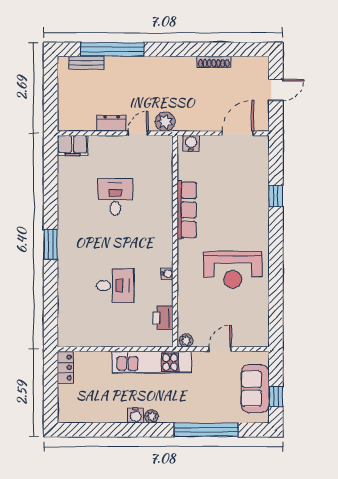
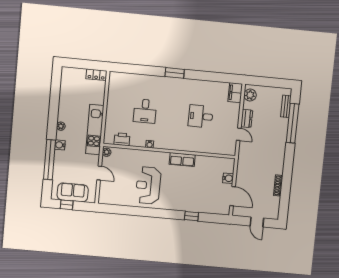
plant: (165, 122) -> (250, 95), moved
water cooler: (191, 143) -> (228, 178), moved
desk: (115, 197) -> (201, 116), turned 180
row of seats: (187, 210) -> (182, 160), width x0.68
water cooler: (136, 415) -> (60, 145), moved

